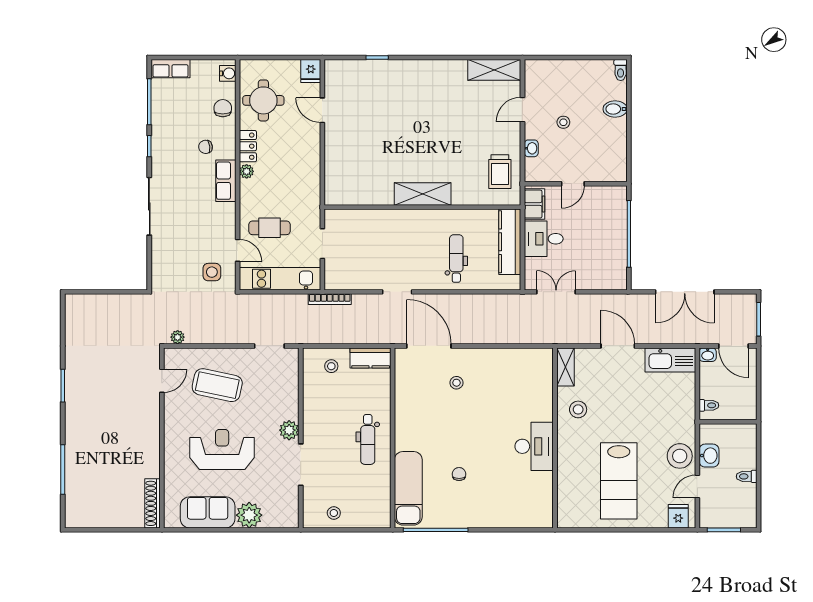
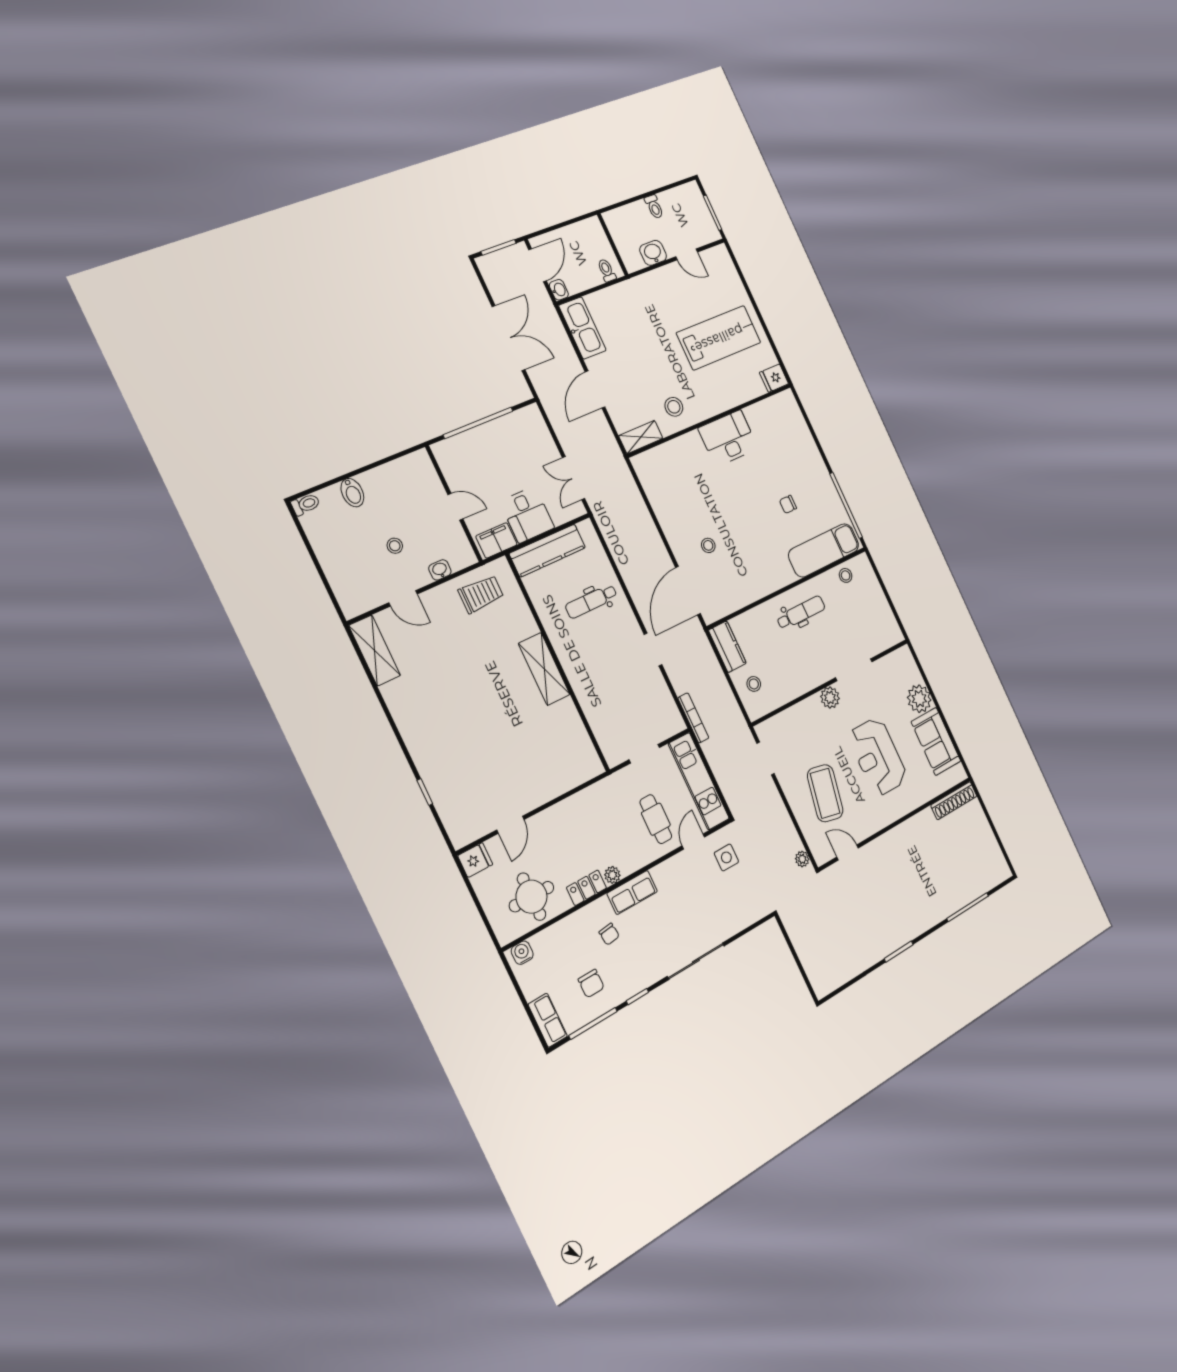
chair: (223, 108) -> (591, 984), moved, turned -90
stool: (680, 456) -> (667, 283), removed
stool: (334, 513) -> (846, 575), moved
fridge: (678, 516) -> (774, 378), moved

